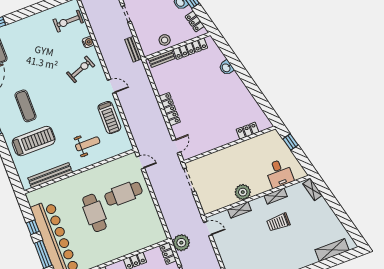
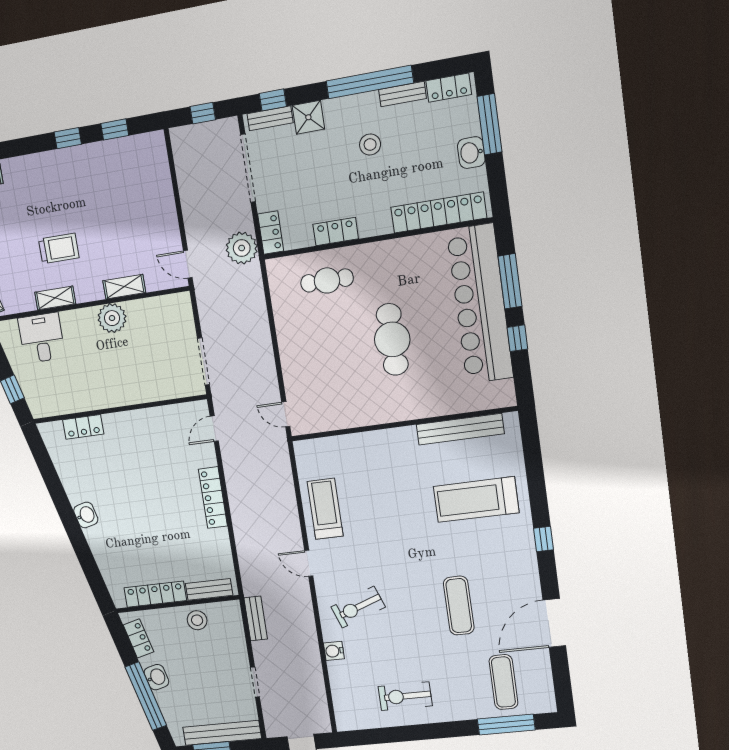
exercise bike: (68, 21) -> (405, 696), moved, turned 180
washbasin: (226, 68) -> (86, 515), moved
exercise mat: (25, 106) -> (459, 606), moved
weight bench: (88, 144) -> (376, 471), removed
cafe table: (123, 194) -> (327, 280), moved, width x0.73, depth x0.74

